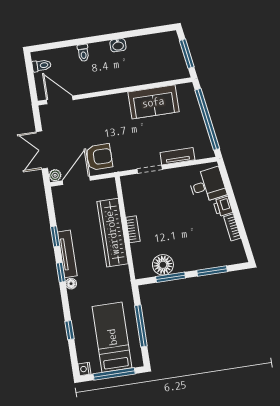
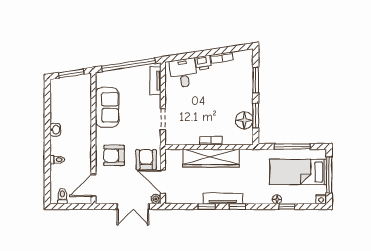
armchair: (98, 119) -> (114, 155), added
tv unit: (177, 156) -> (155, 81), moved
floor lamp: (71, 284) -> (277, 199), moved

